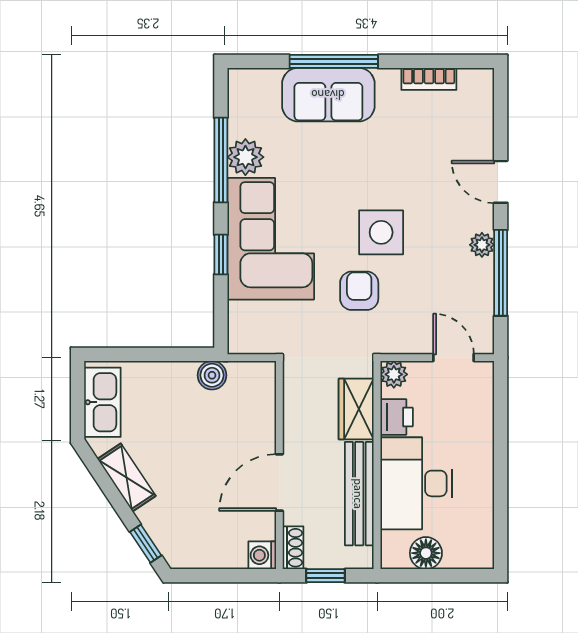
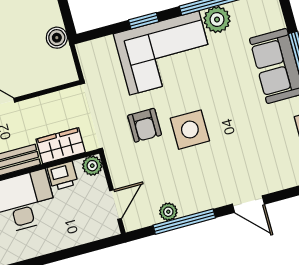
door: (501, 182) -> (248, 204), swing flipped
plant: (482, 245) -> (168, 212), moved
armchair: (359, 291) -> (145, 125), turned 90

